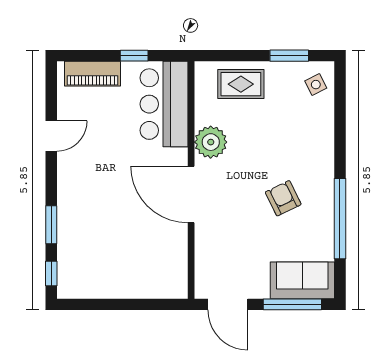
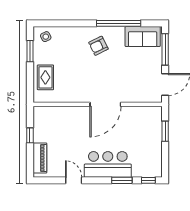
bar counter: (164, 104) -> (108, 164), moved, turned 180
plant: (211, 142) -> (77, 94), removed
armchair: (283, 198) -> (98, 46), moved
sofa: (302, 280) -> (143, 37), moved, turned -90
window: (142, 304) -> (165, 131), added

